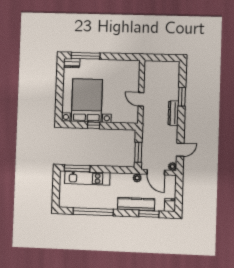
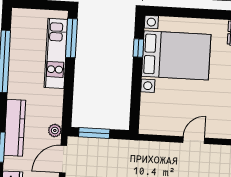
door: (141, 99) -> (194, 140), moved
window: (94, 125) -> (138, 48), moved

